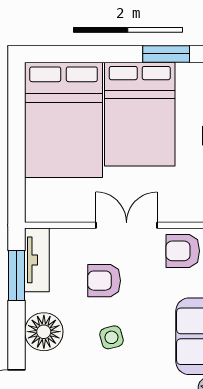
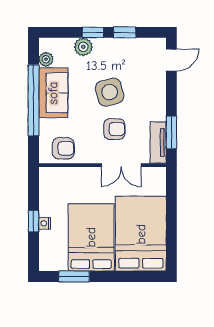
double door: (127, 225) -> (121, 165), moved
floor lamp: (44, 332) -> (154, 96), removed
side table: (111, 337) -> (110, 92), width x1.87, depth x1.87

